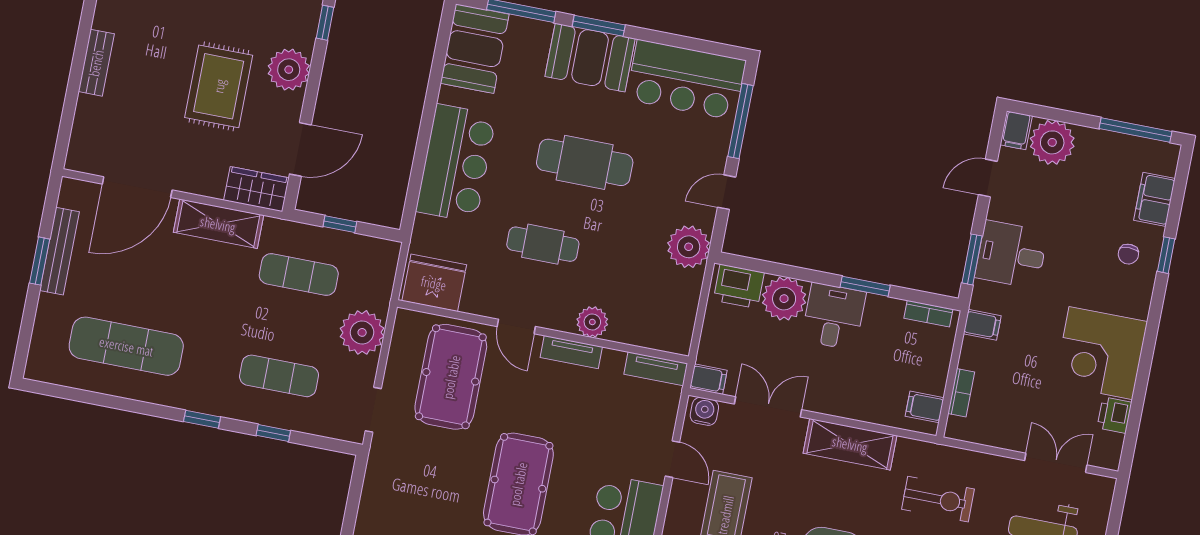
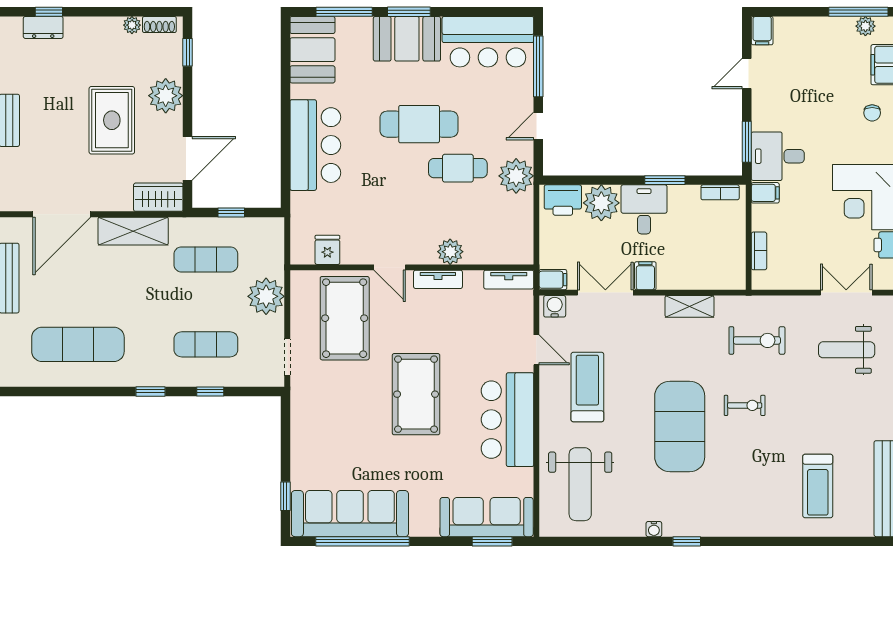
plant: (1052, 142) -> (865, 26), moved, width x0.53, depth x0.53
cafe table: (543, 244) -> (458, 168), moved
desk: (1011, 255) -> (778, 156), moved
fridge: (434, 283) -> (327, 250), width x0.53, depth x0.75
filing cabinet: (925, 407) -> (645, 276), moved, turned 90
shelving: (850, 444) -> (689, 306), width x0.67, depth x0.75

